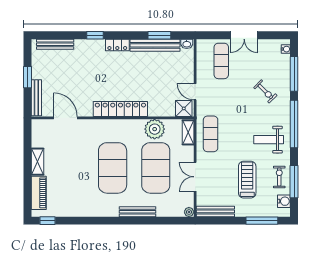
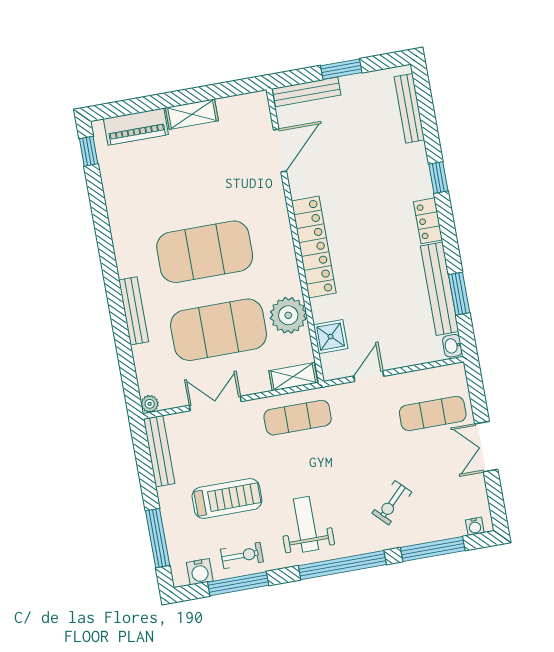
shower: (184, 108) -> (331, 337), moved

